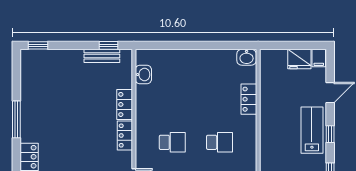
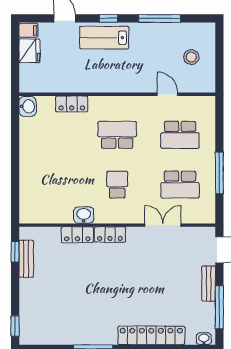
washbasin: (143, 75) -> (84, 215), moved
school desk: (220, 142) -> (117, 135), width x1.85

